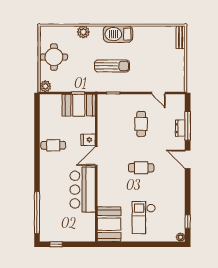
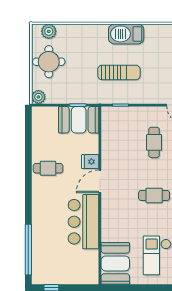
plant: (83, 32) -> (49, 31), moved

